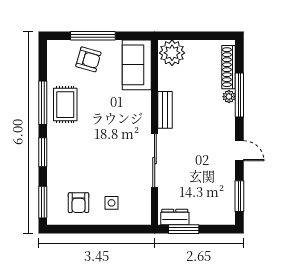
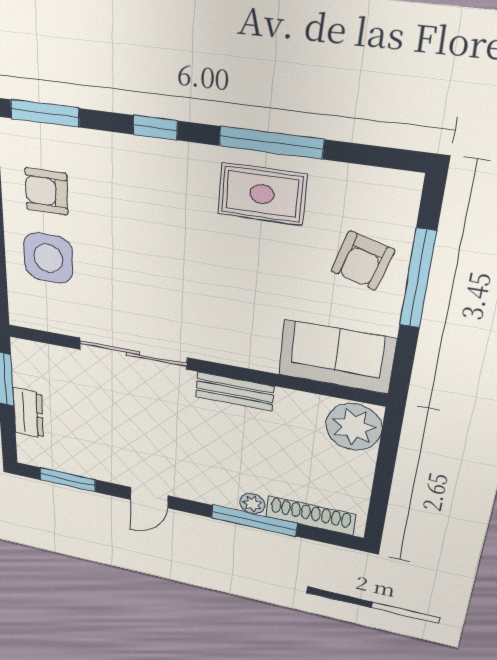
window: (43, 152) -> (155, 128), width x0.67
side table: (111, 203) -> (48, 258), width x1.87, depth x1.87
dresser: (175, 217) -> (28, 413), moved

